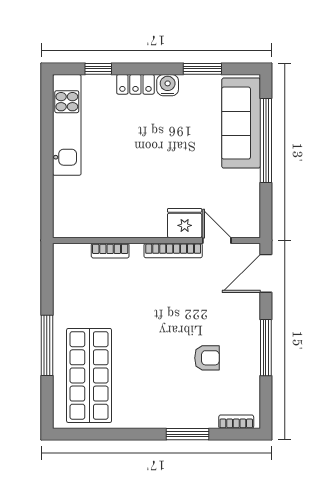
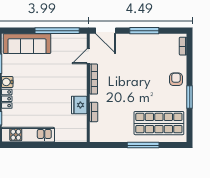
window: (266, 141) -> (57, 31), moved
fridge: (185, 223) -> (79, 105), moved
armchair: (207, 358) -> (176, 79), moved
window: (188, 434) -> (190, 97), moved

